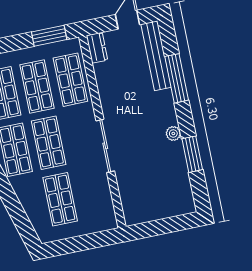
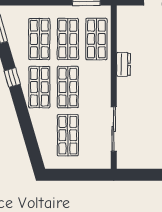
dresser: (97, 48) -> (123, 64), moved
sliding door: (105, 146) -> (114, 129), moved

